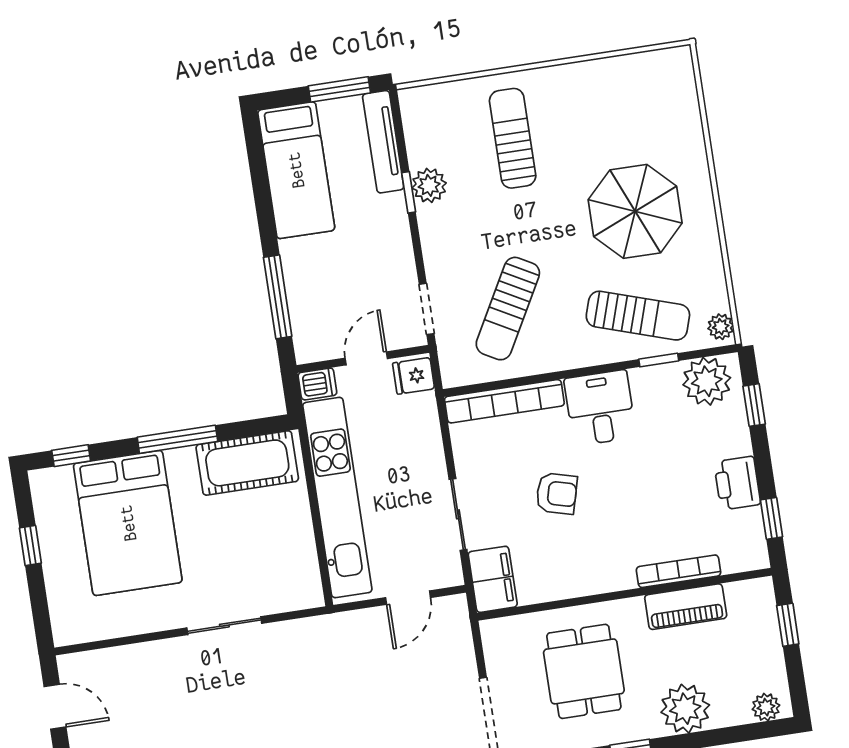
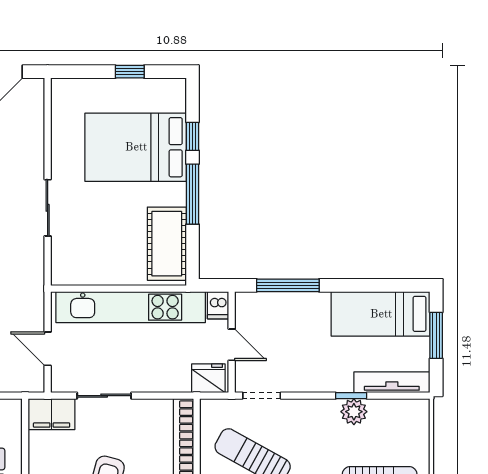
window: (339, 89) -> (436, 335), moved
fridge: (414, 376) -> (208, 378), width x1.38
window: (71, 456) -> (192, 136), moved

